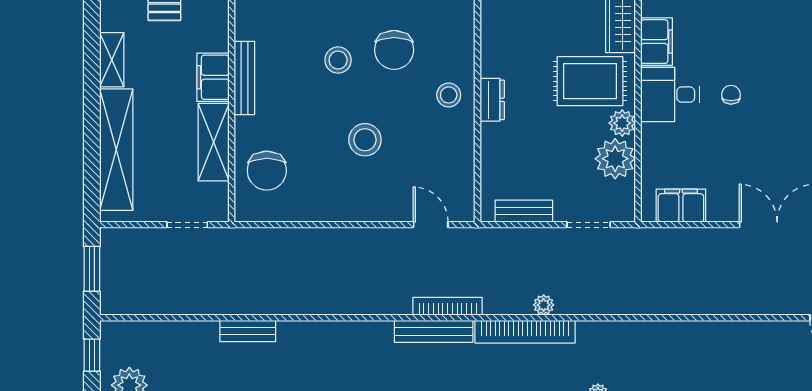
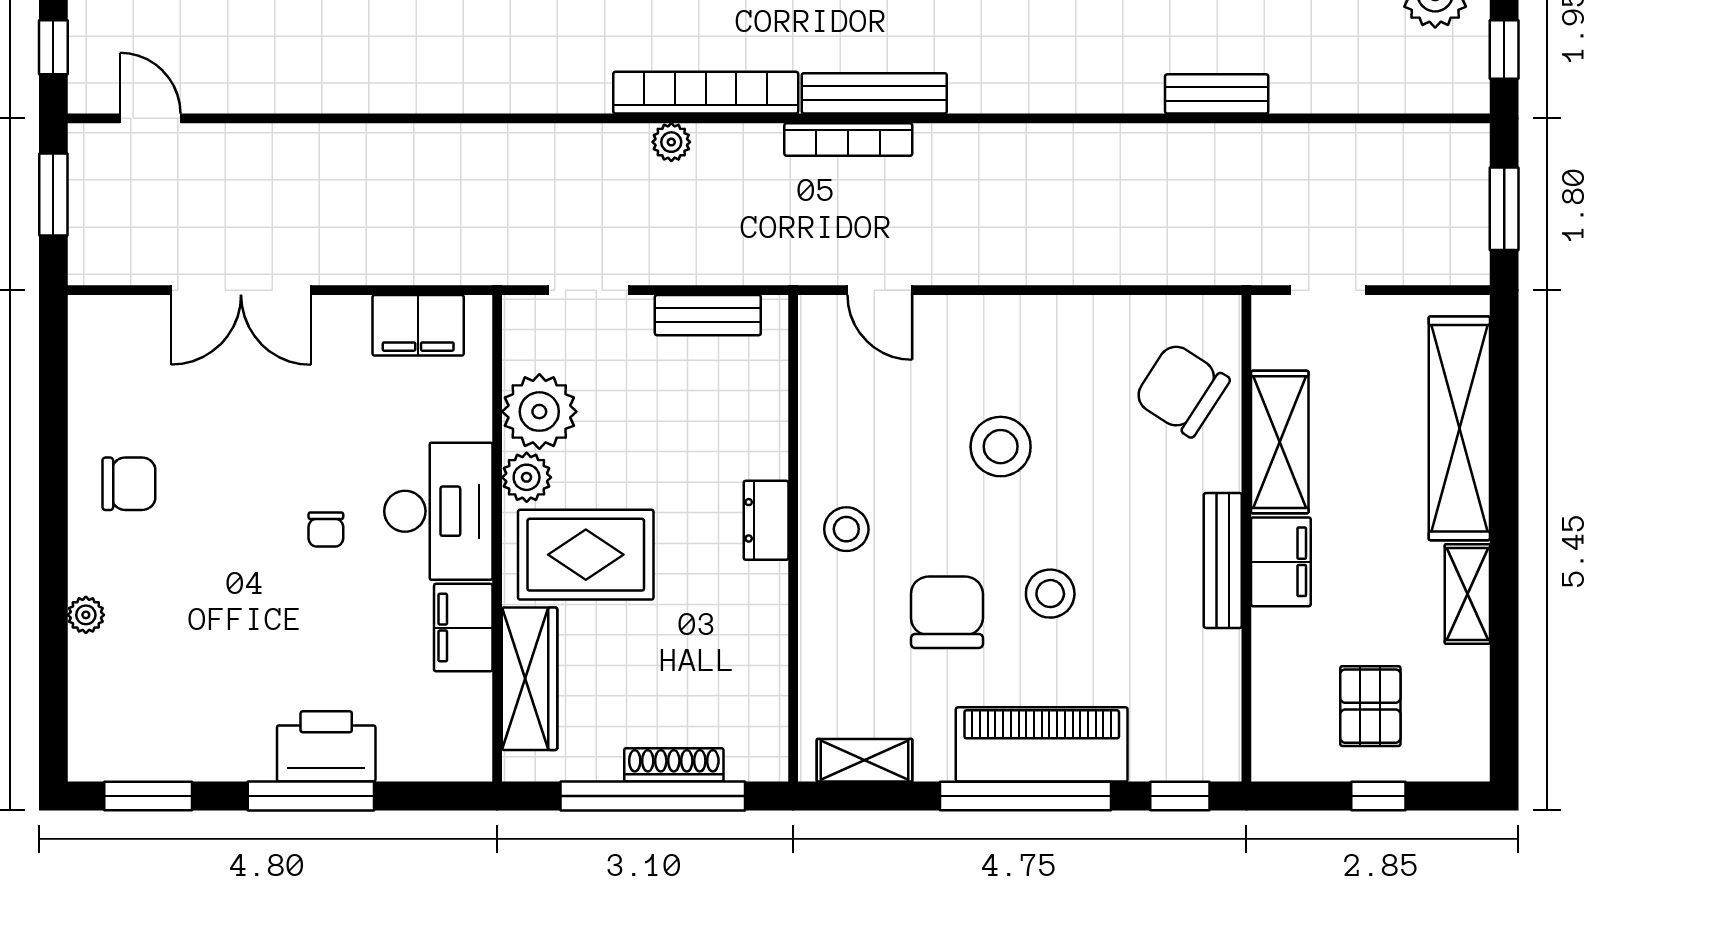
desk: (670, 95) -> (438, 511), width x1.37
chair: (267, 171) -> (1182, 390), turned -57

